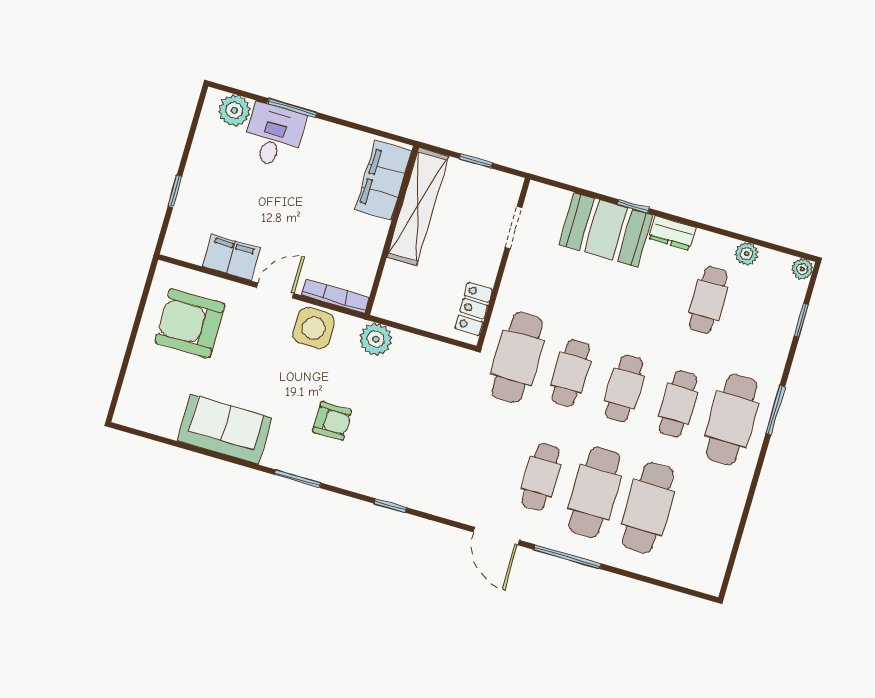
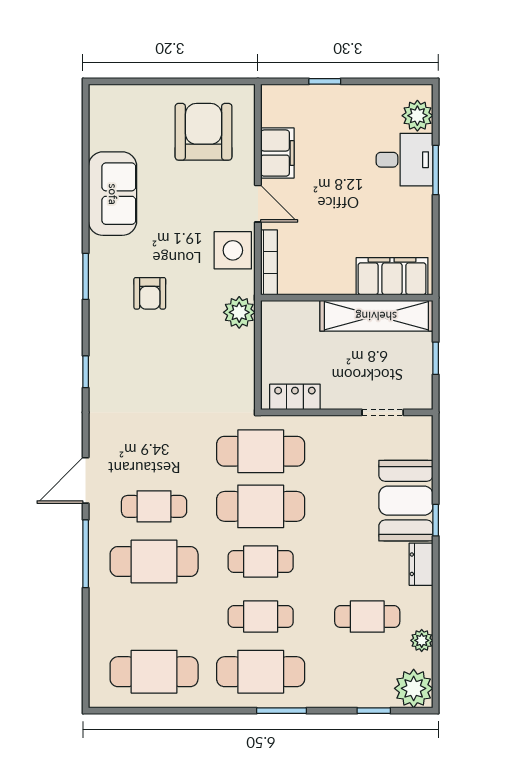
plant: (802, 269) -> (414, 688), width x1.88, depth x1.88
cafe table: (571, 373) -> (261, 506), width x1.37, depth x1.35
cafe table: (648, 508) -> (154, 672), moved

